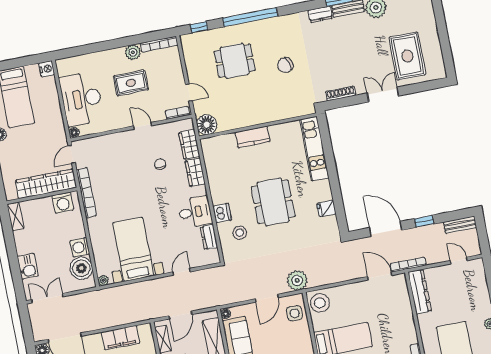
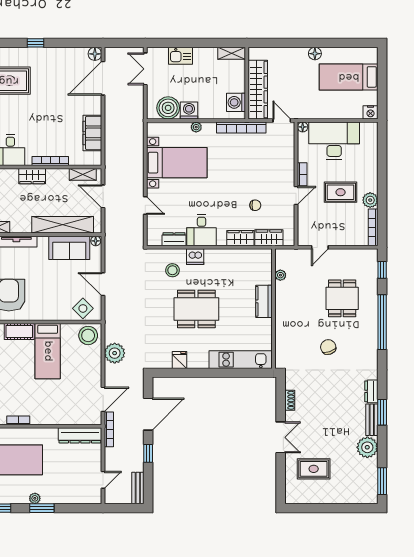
rug: (407, 56) -> (314, 469), width x0.73, depth x0.70
rug: (131, 83) -> (341, 192), turned 90
shoe rack: (340, 93) -> (290, 400), width x0.70
bookcase: (177, 113) -> (302, 174), moved
floor lamp: (207, 125) -> (285, 259), removed
plant: (224, 126) -> (280, 275), added
plant: (103, 280) -> (196, 127), moved
plant: (297, 280) -> (115, 353), moved
double door: (47, 298) -> (145, 69), swing flipped
side table: (294, 313) -> (83, 308), turned 45

